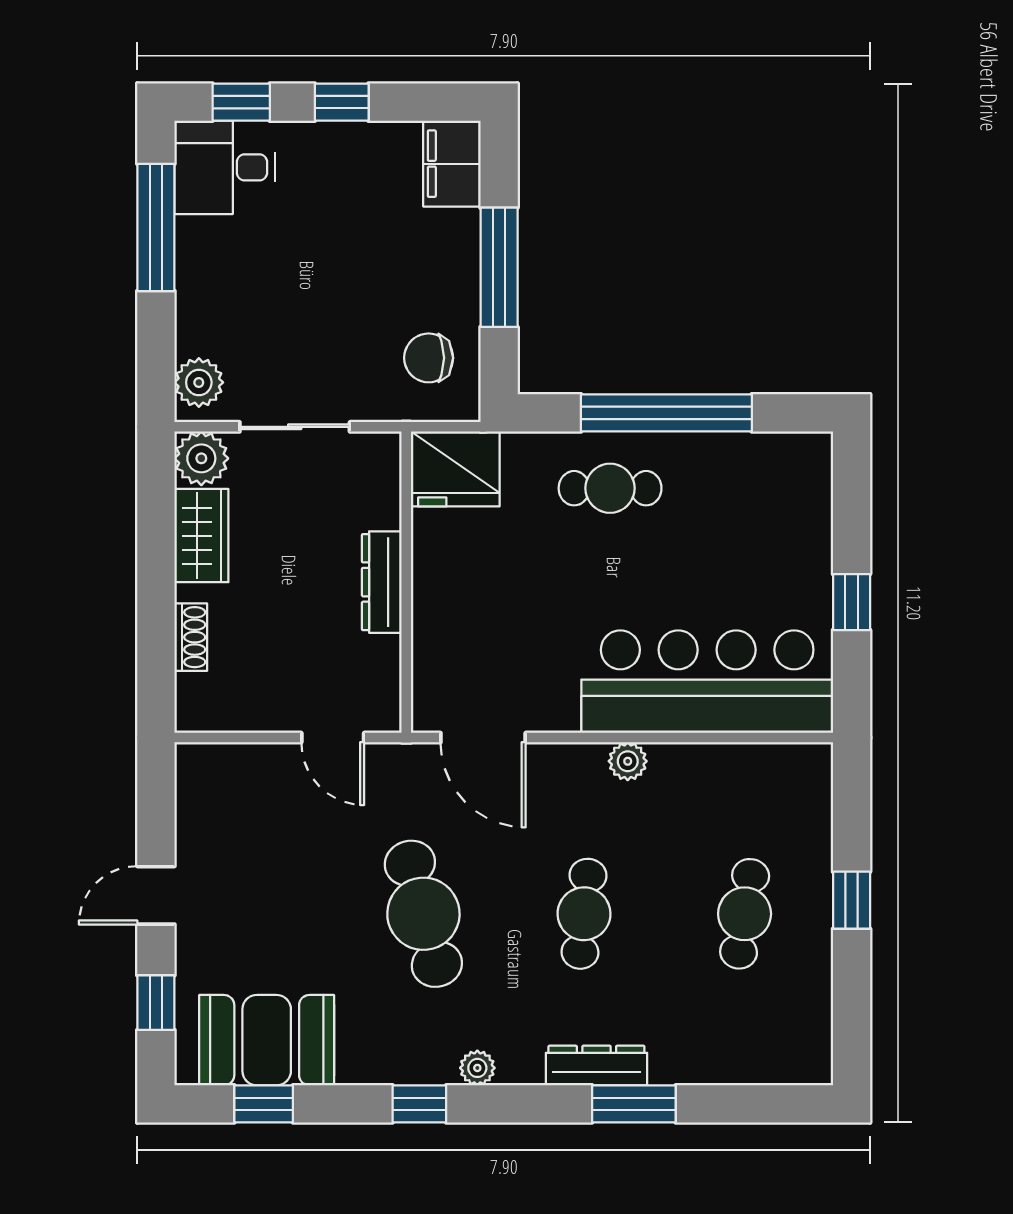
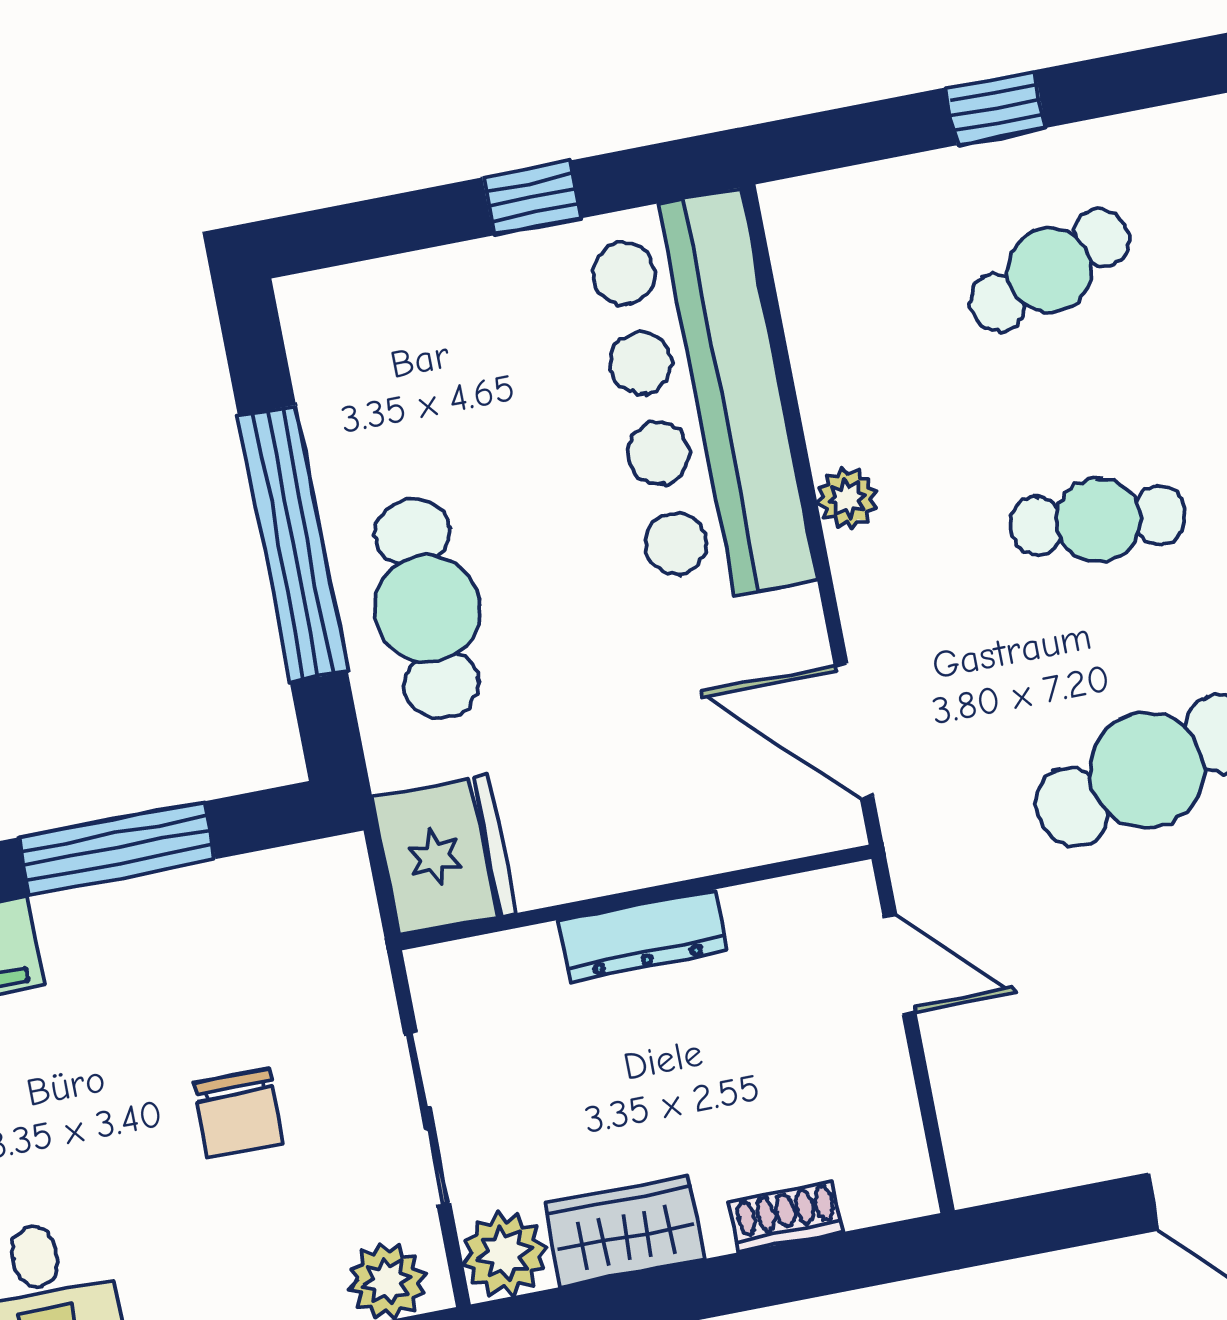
chair: (429, 358) -> (239, 1114), moved
cafe table: (610, 488) -> (427, 609), width x1.37, depth x1.35
door: (333, 738) -> (900, 965), hinge flipped
door: (483, 738) -> (854, 731), swing flipped
cafe table: (745, 914) -> (1049, 270), turned -30

